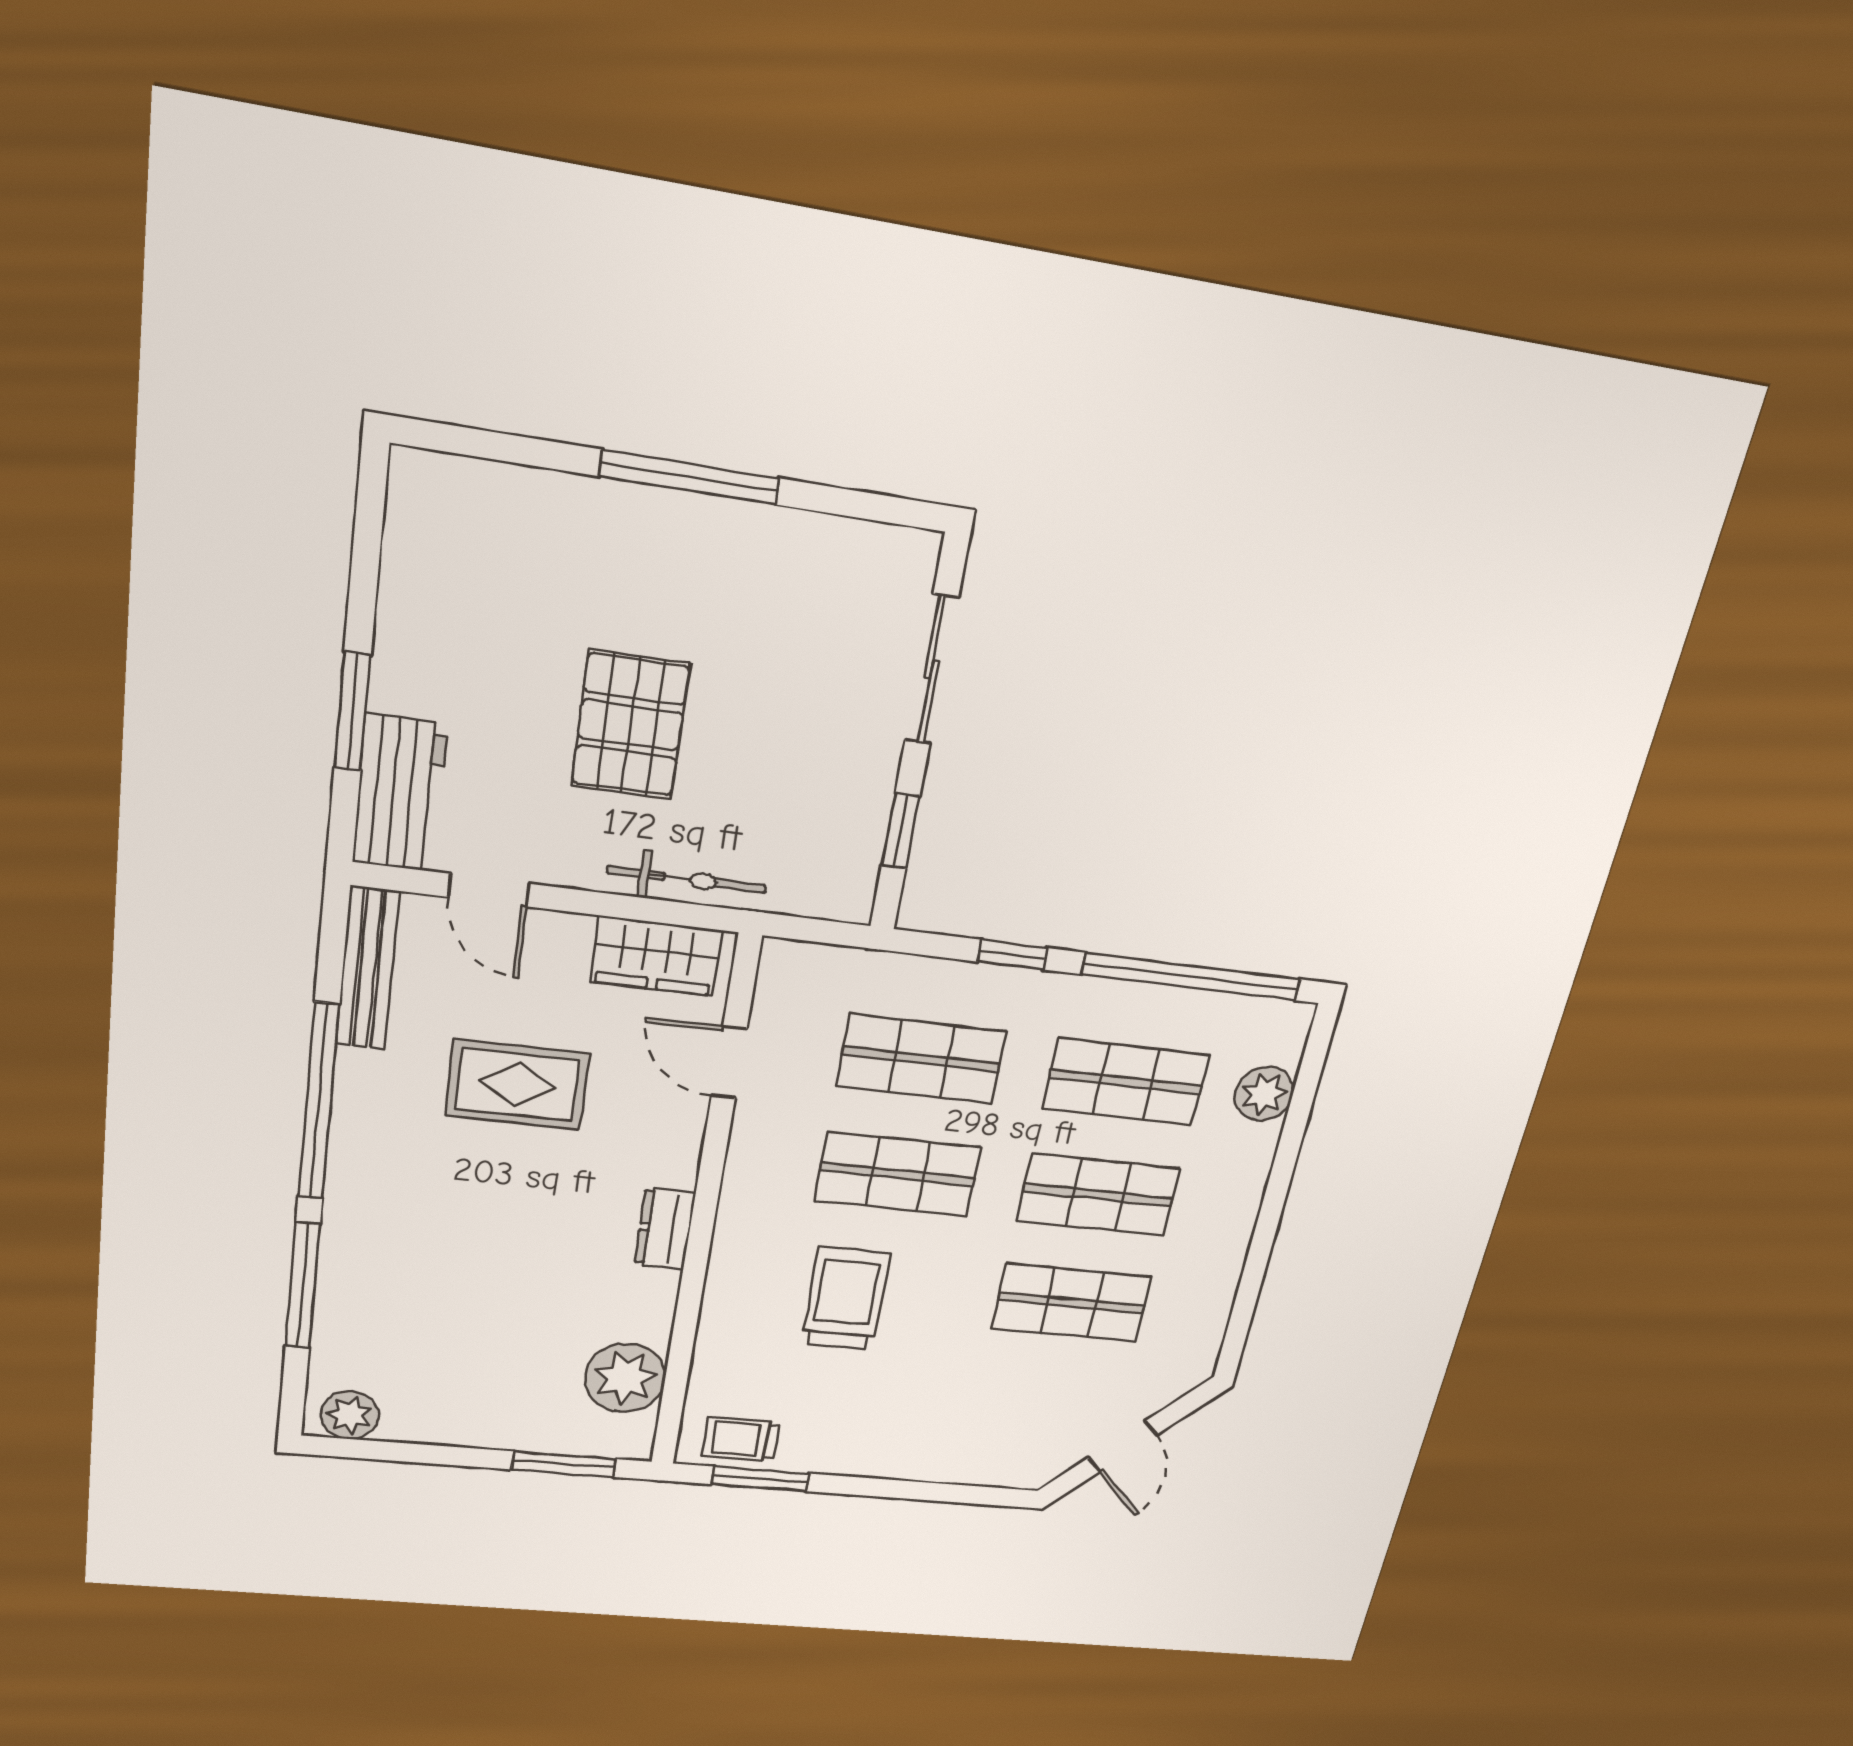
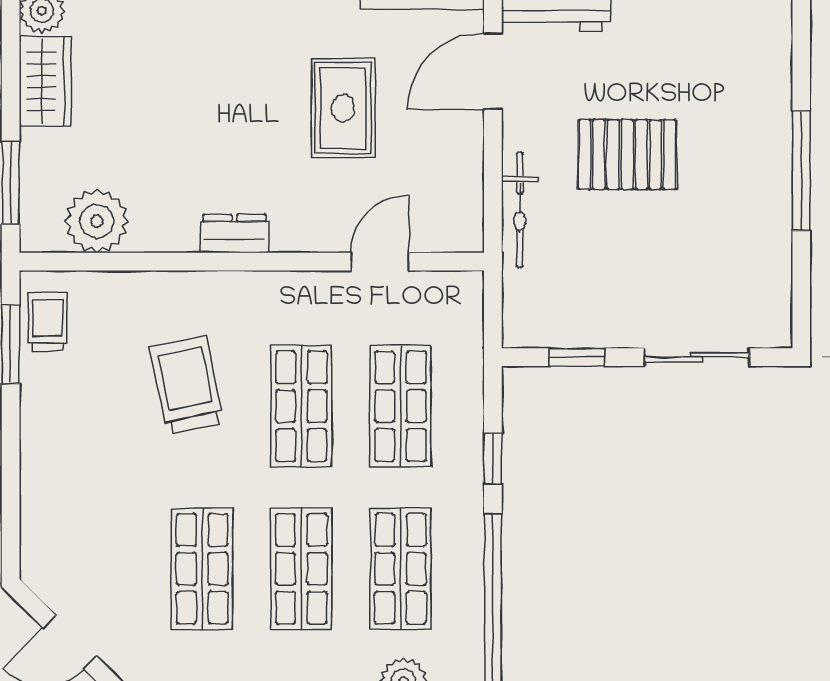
door: (489, 890) -> (493, 71), width x1.38
wardrobe: (656, 956) -> (45, 81), moved, turned 180
trolley: (846, 1299) -> (187, 385), turned -102

